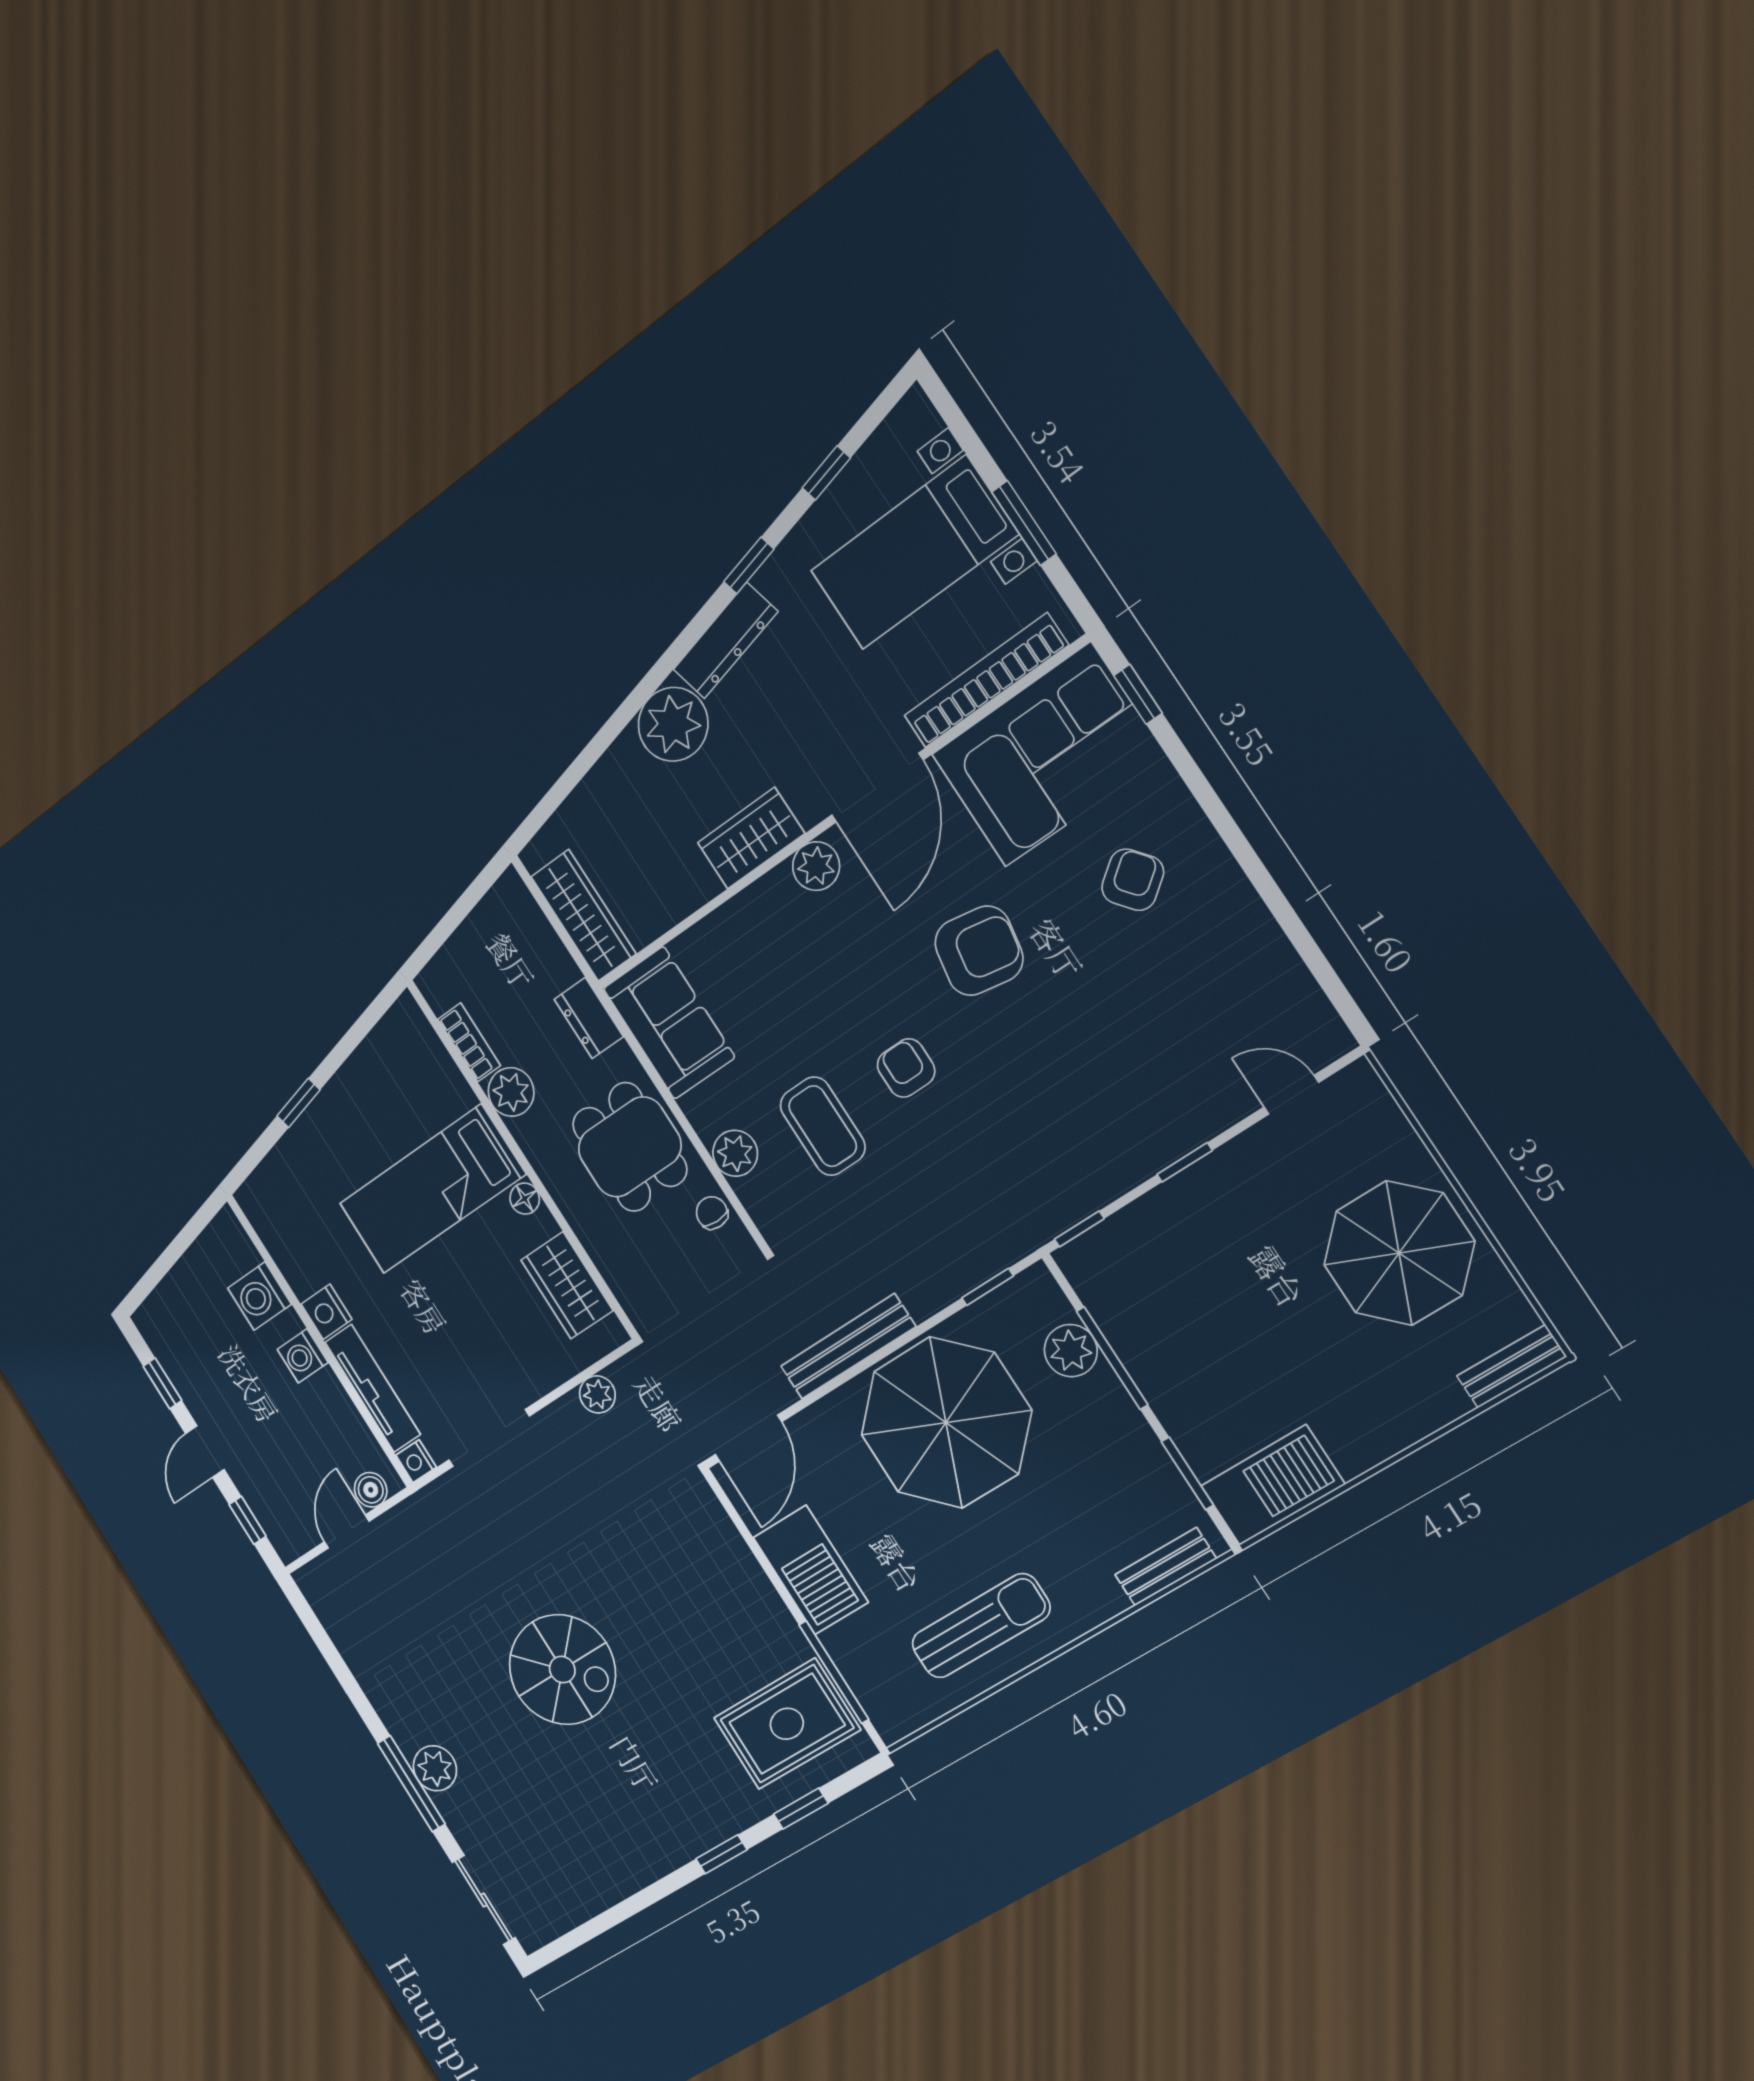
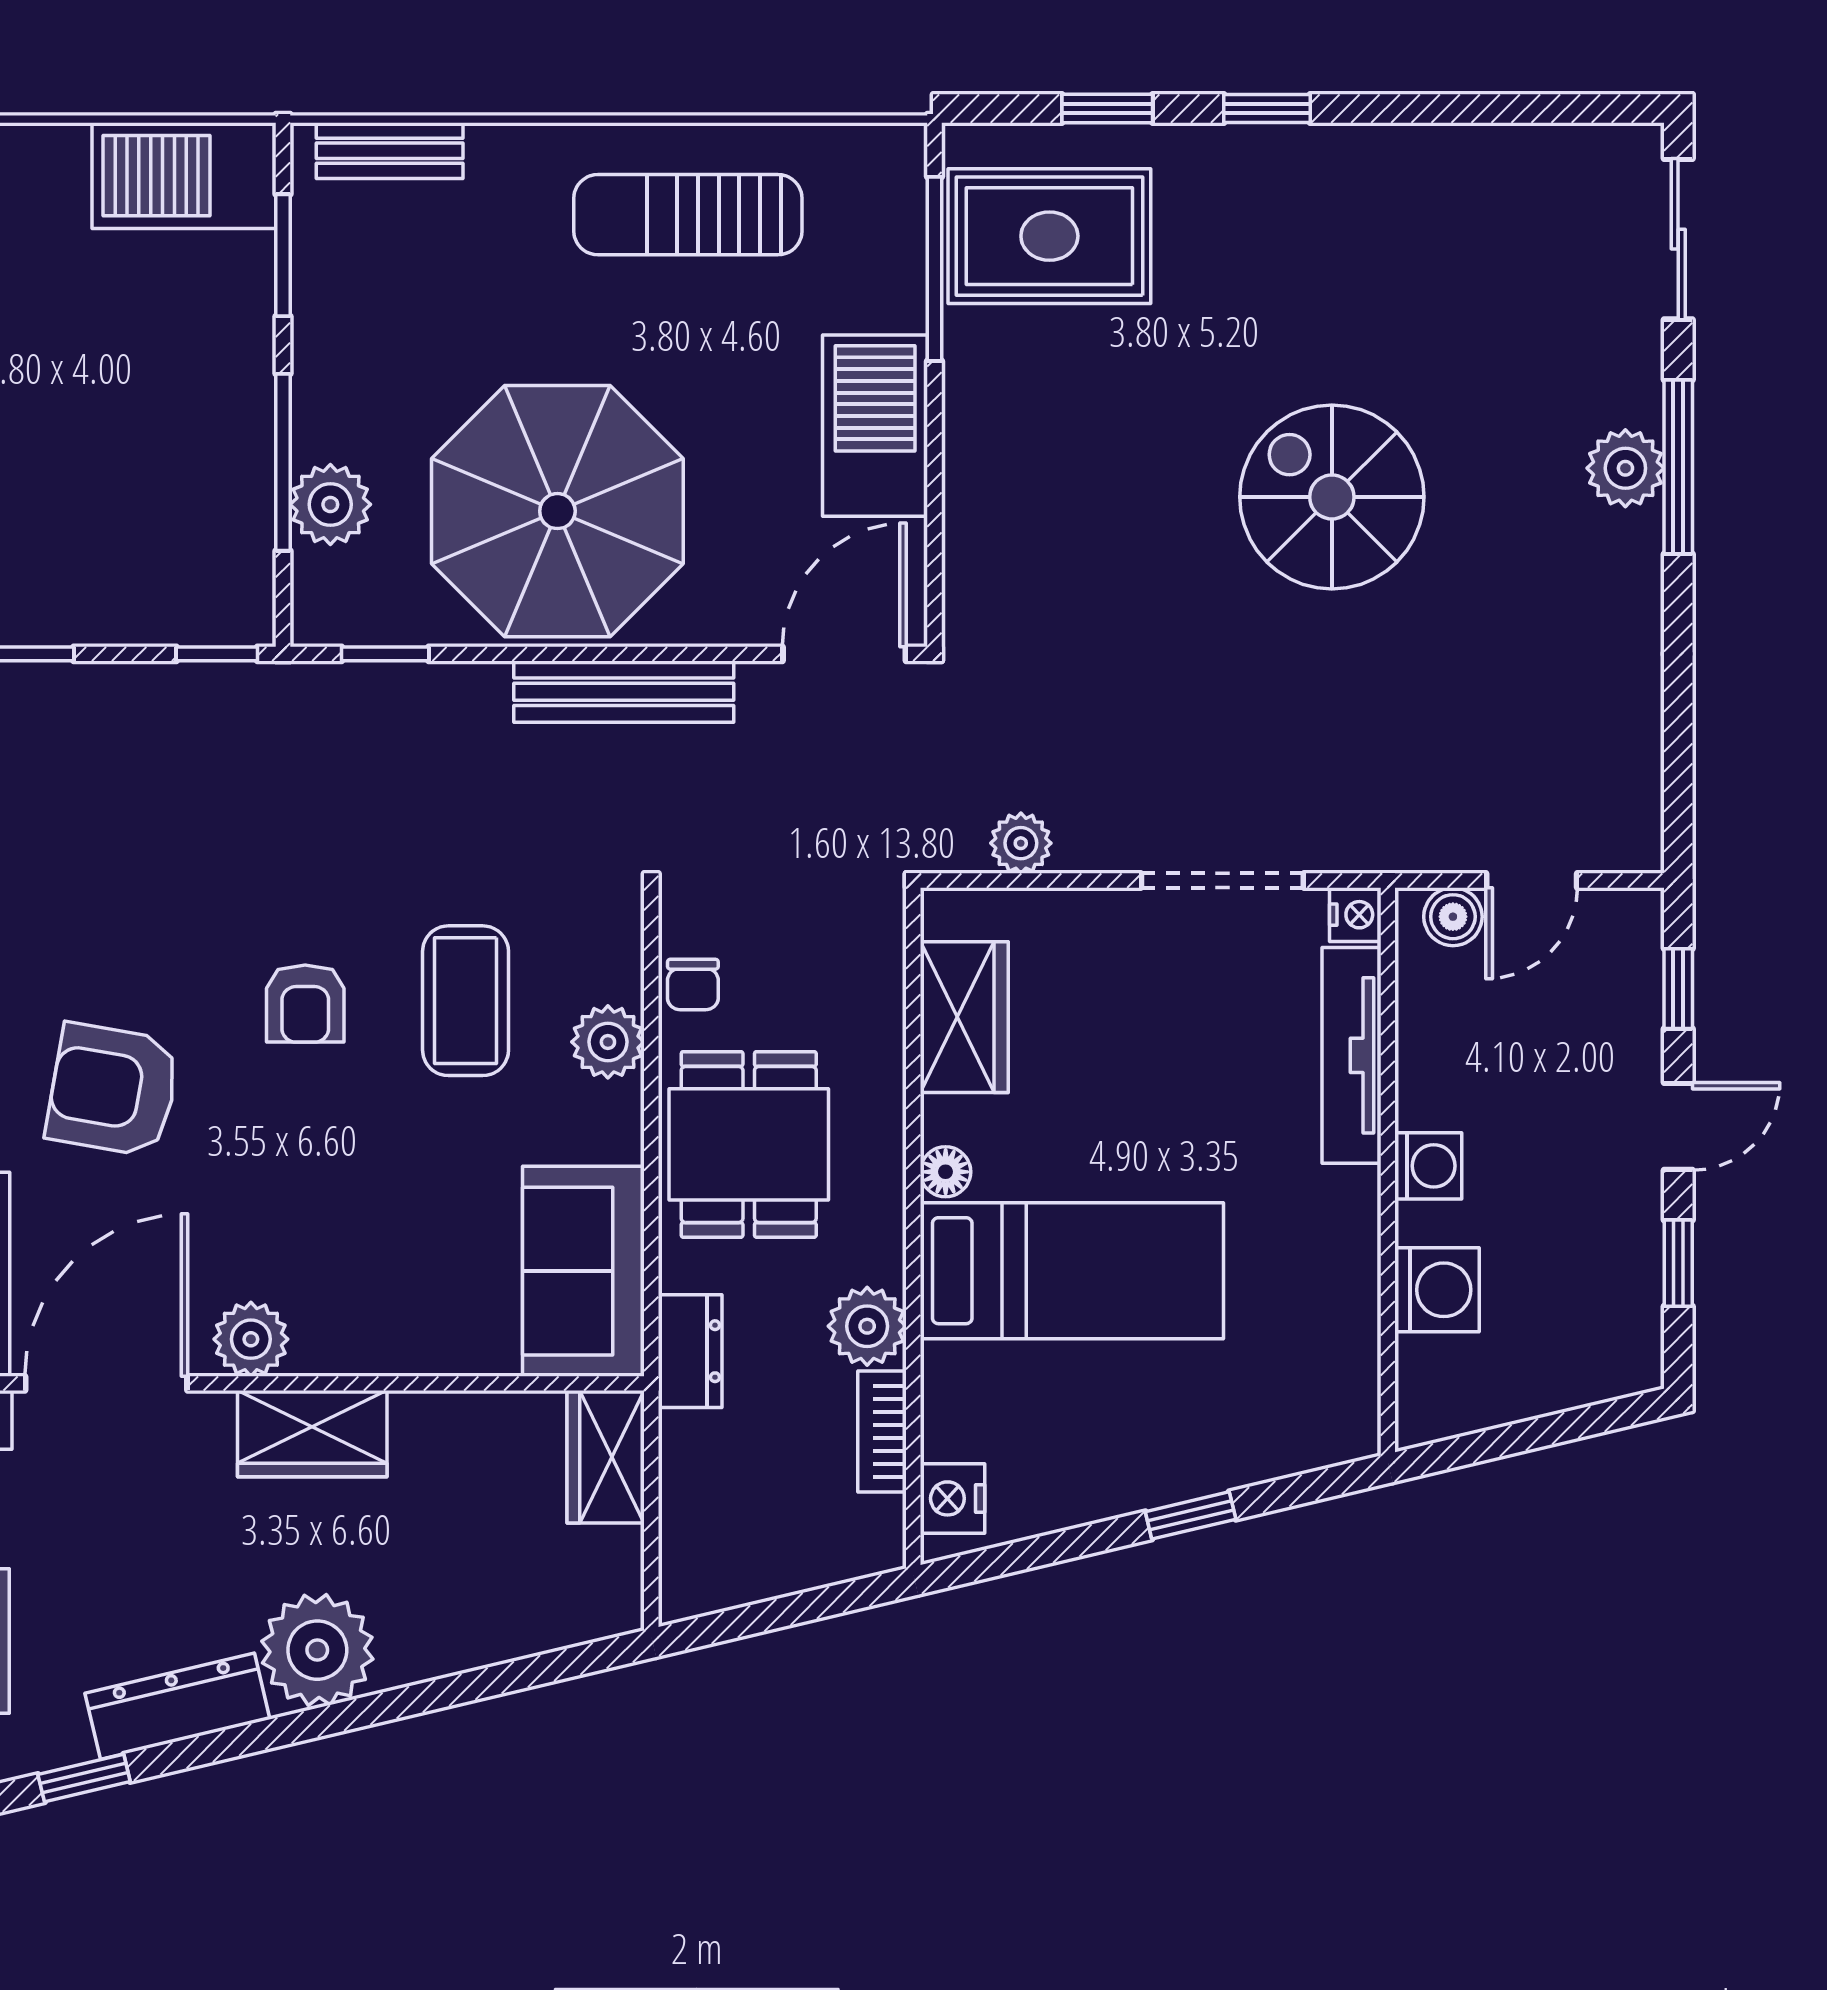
wardrobe: (583, 915) -> (606, 1457), width x0.67
nightstand: (326, 1312) -> (953, 1498), moved, turned 180

